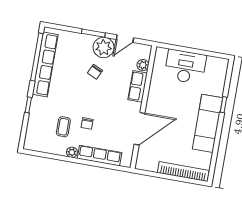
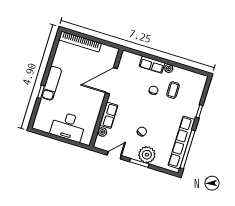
plant: (104, 47) -> (147, 155), moved
exam couch: (207, 123) -> (51, 83), width x0.73, depth x0.69
row of seats: (100, 156) -> (152, 65), width x0.68

